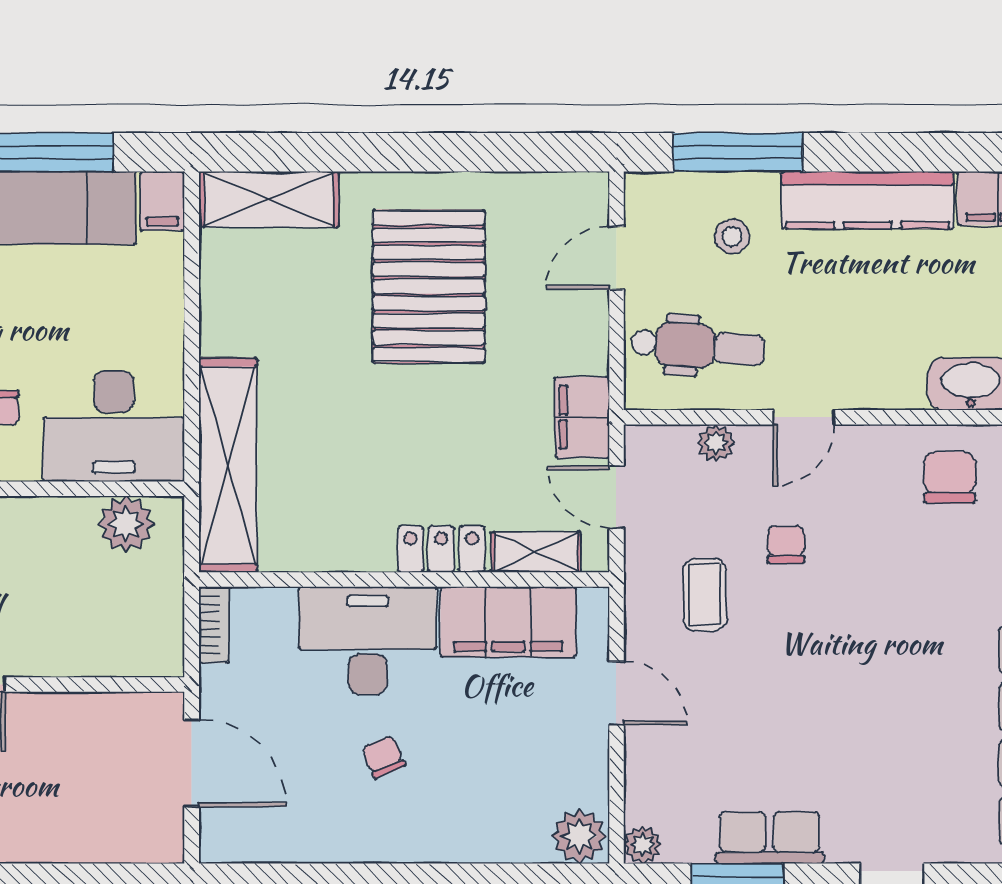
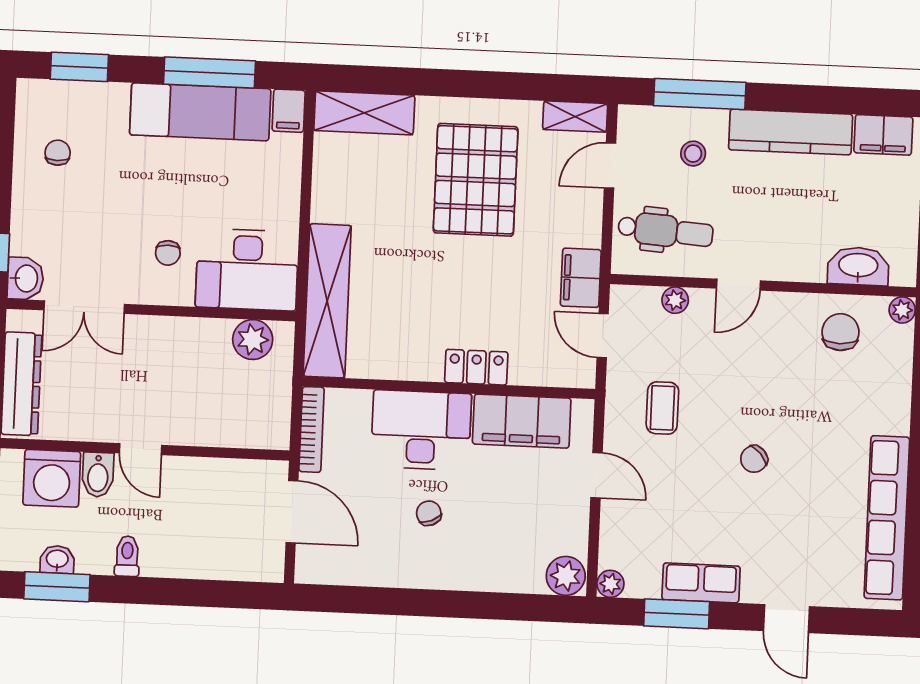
chair: (786, 545) -> (754, 459), moved, turned -132
shelving: (536, 552) -> (575, 117), moved
bookcase: (214, 625) -> (312, 429), width x1.56

